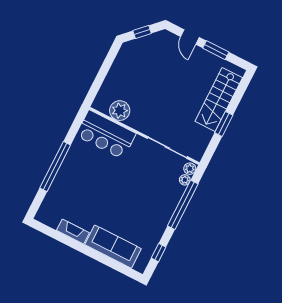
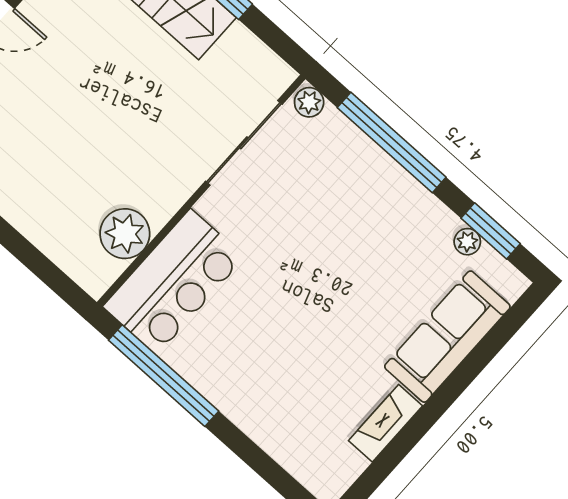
window: (55, 166) -> (164, 376), moved
plant: (185, 180) -> (467, 242), moved
window: (159, 253) -> (491, 231), width x1.50

